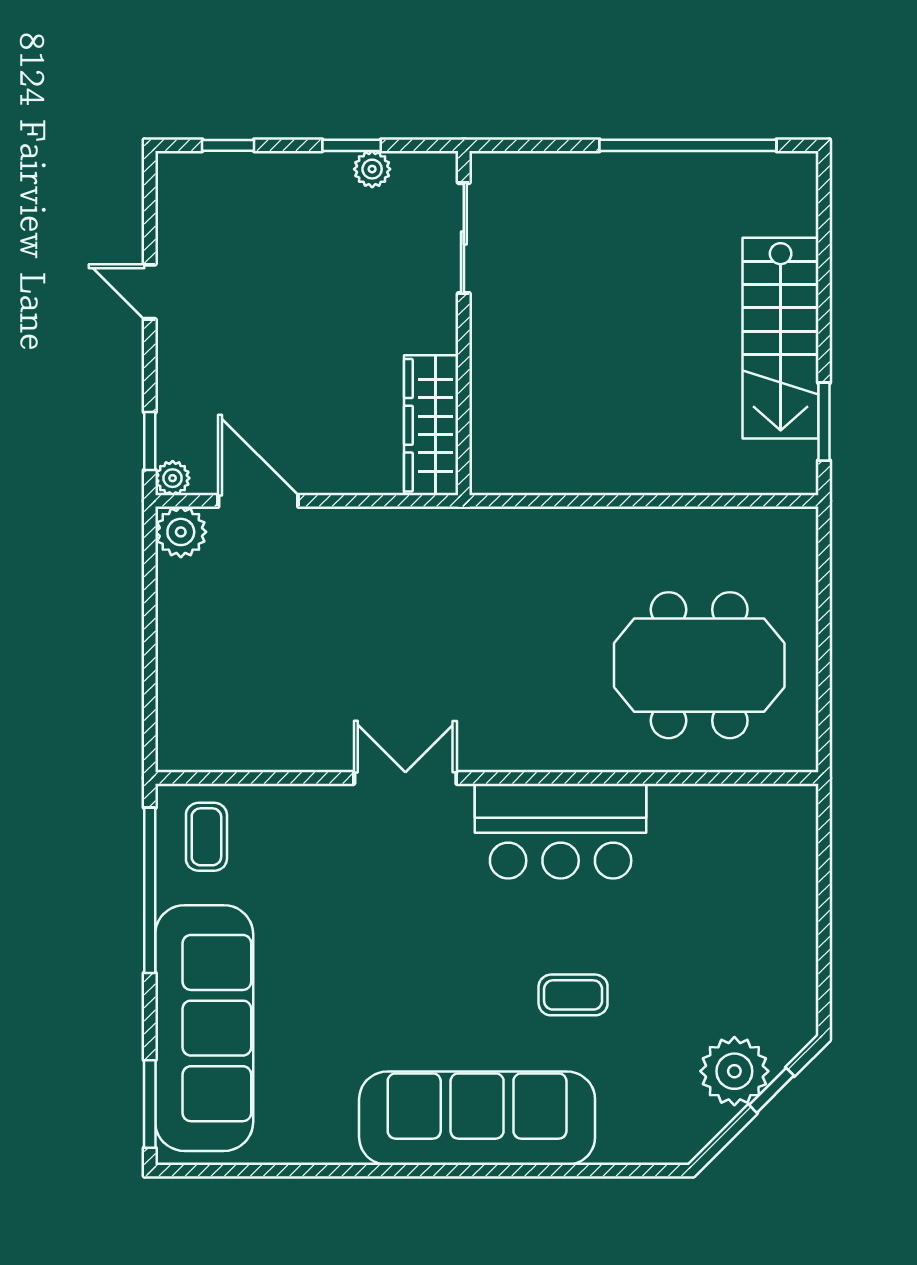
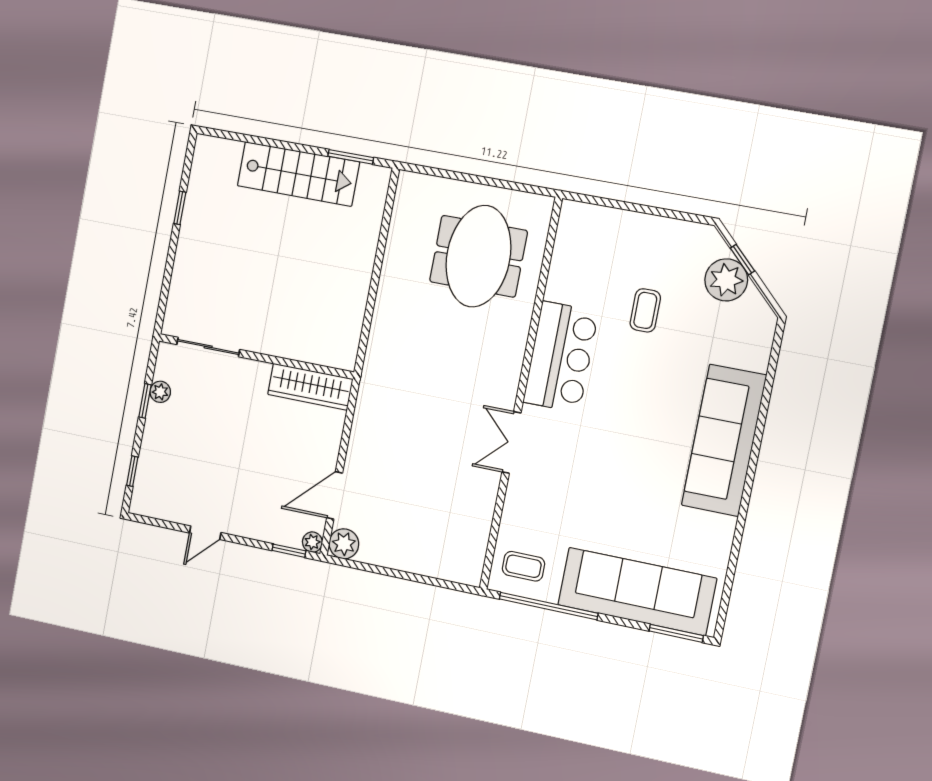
window: (688, 145) -> (180, 208), width x0.32
coffee table: (573, 995) -> (645, 310), moved

